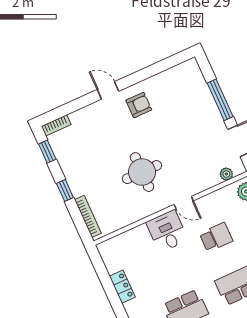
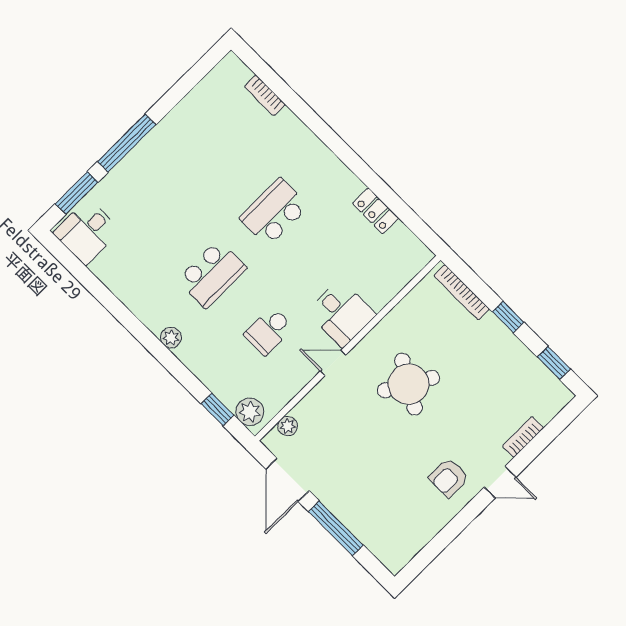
bookcase: (56, 125) -> (523, 437), moved
round table: (142, 172) -> (408, 384), turned 30

